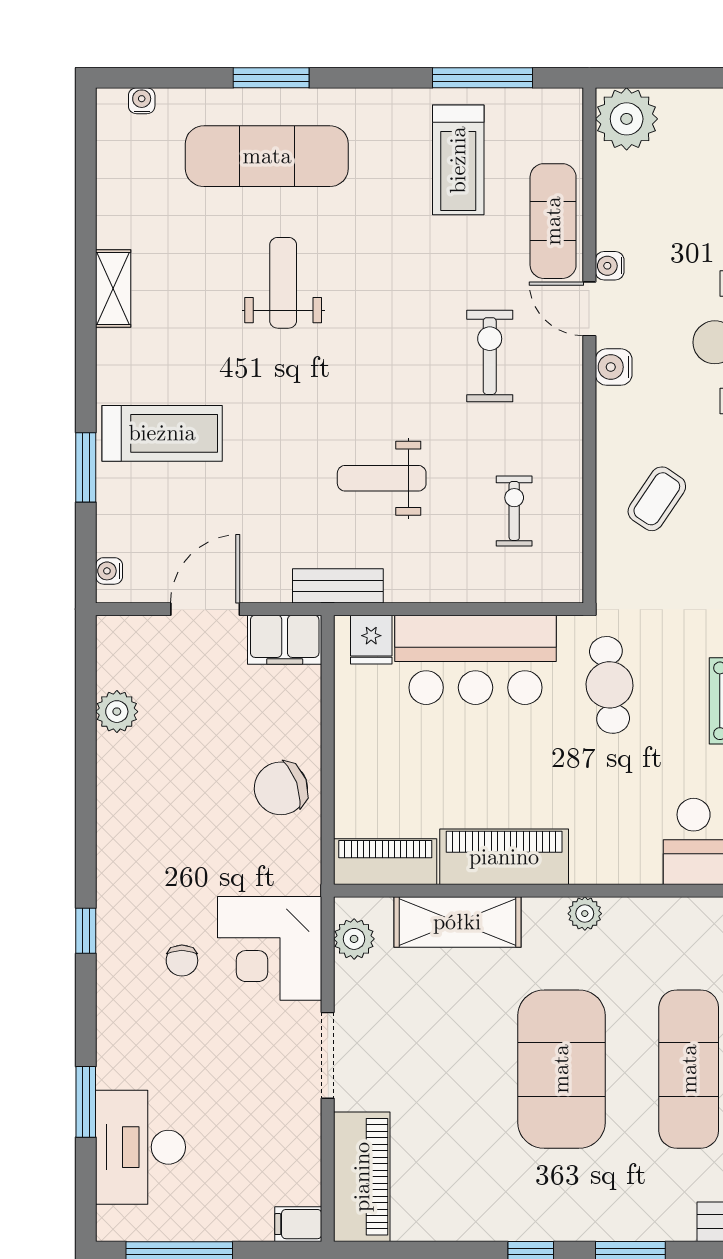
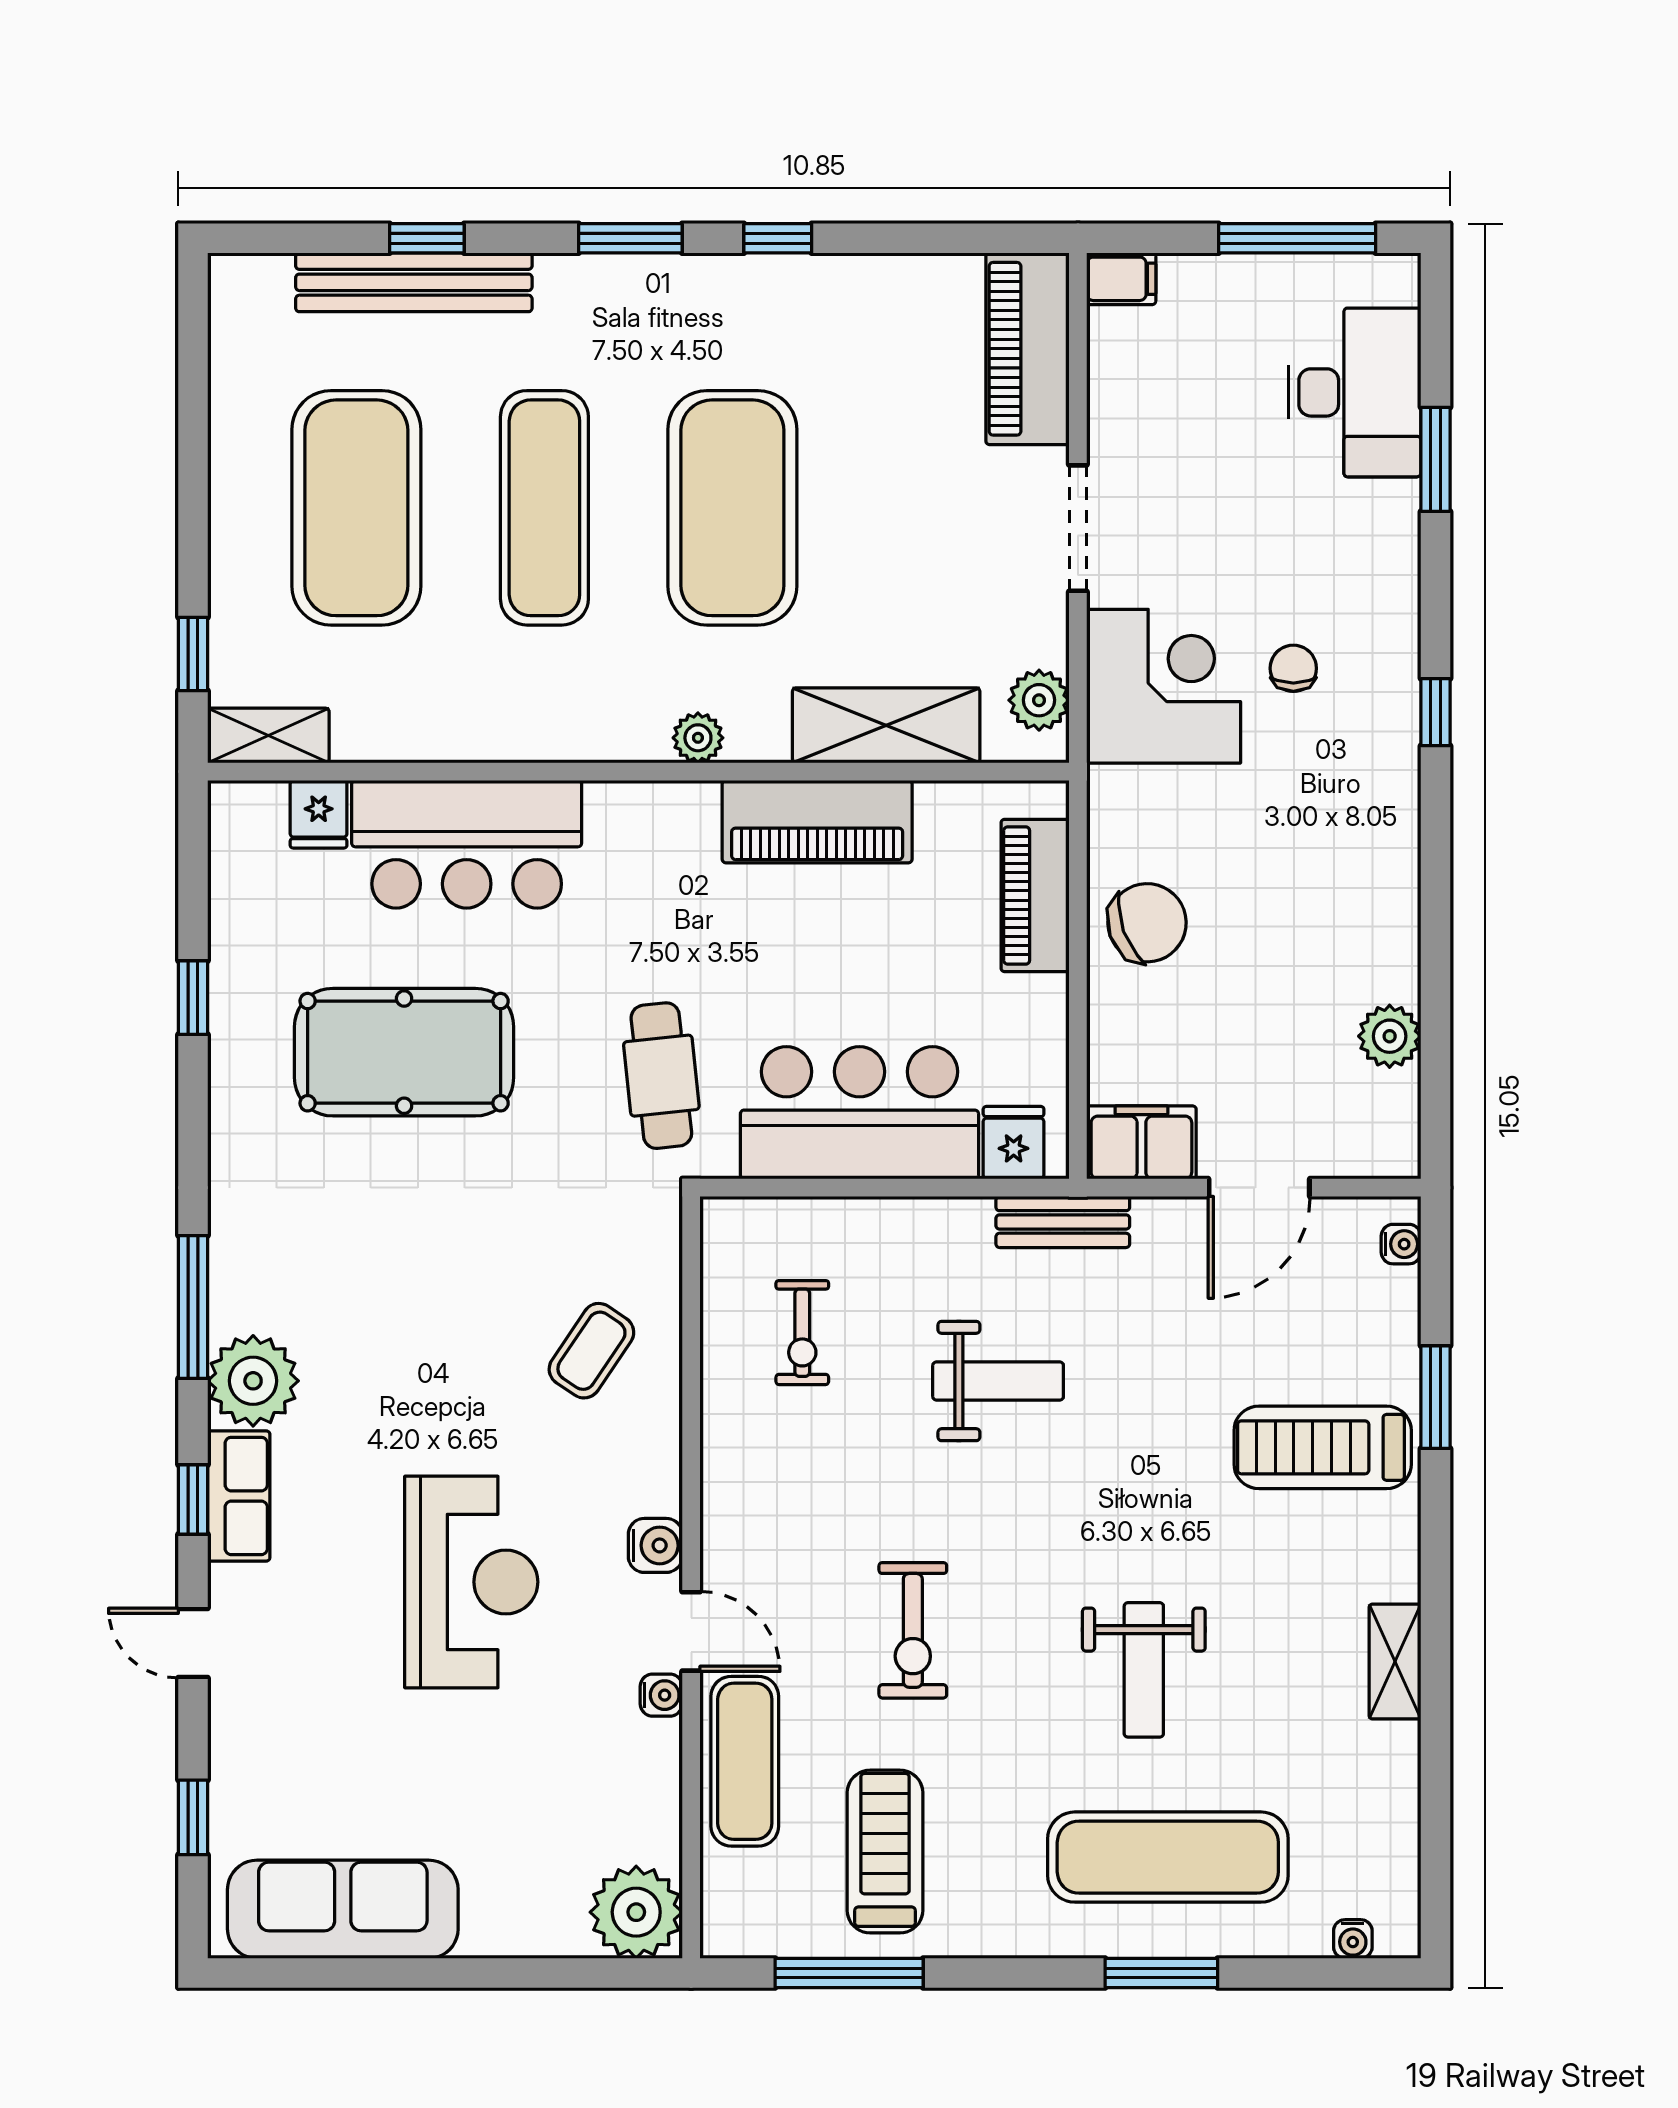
exercise bike: (490, 356) -> (913, 1630), moved
piano: (385, 862) -> (1035, 895), moved, turned 90

